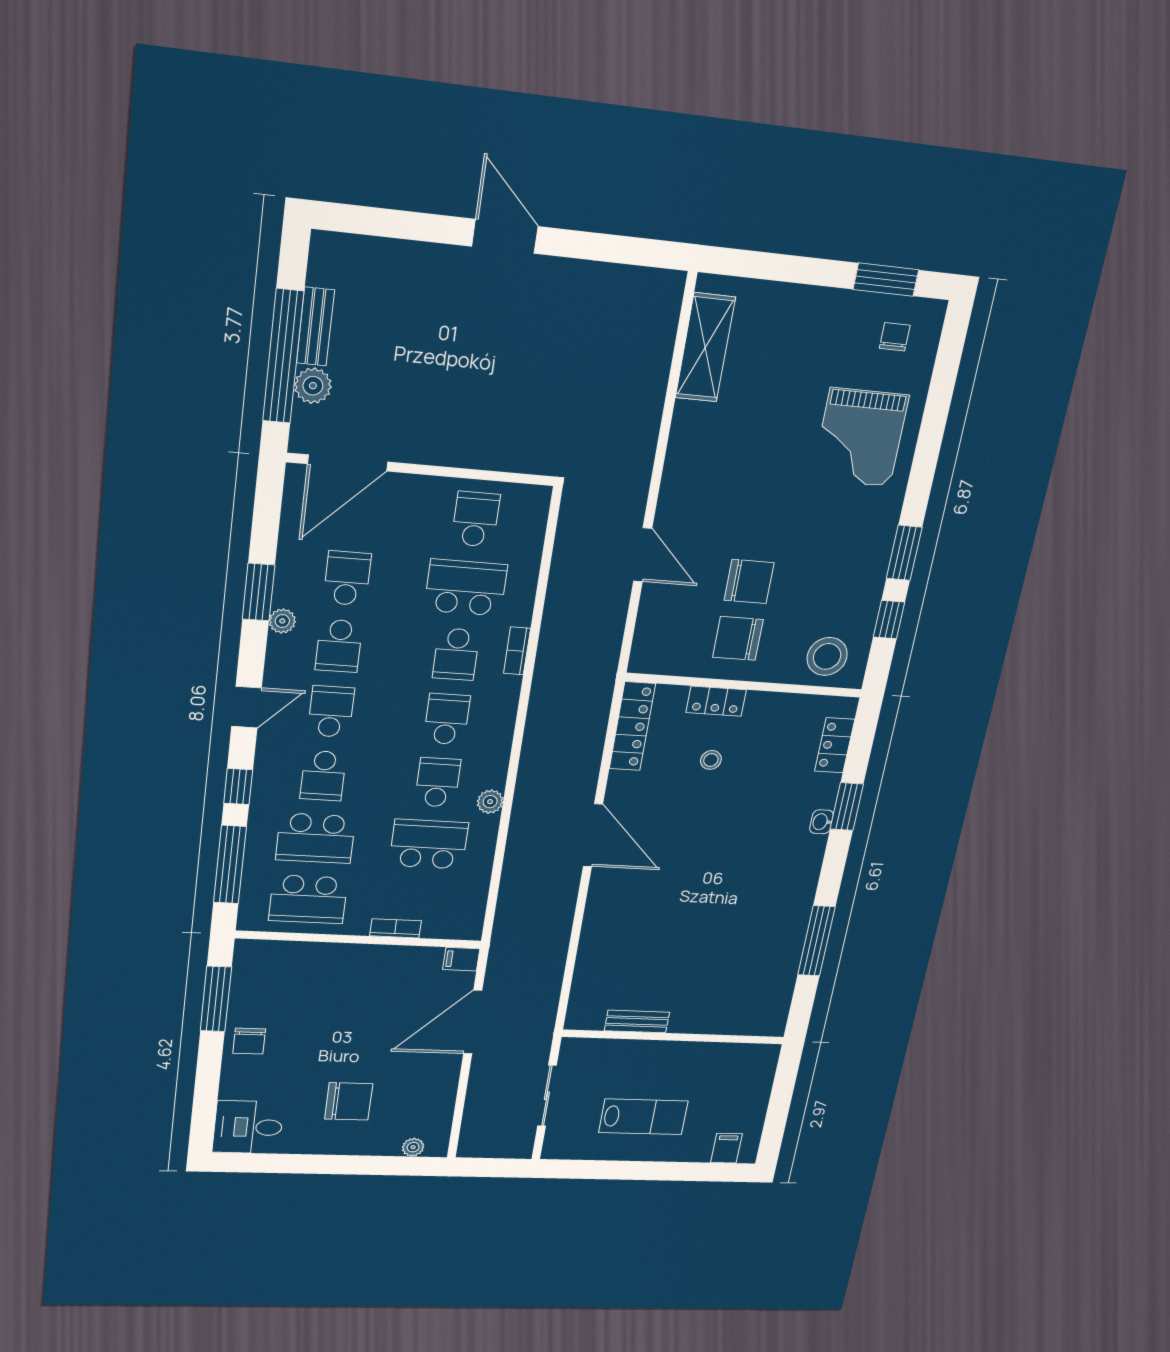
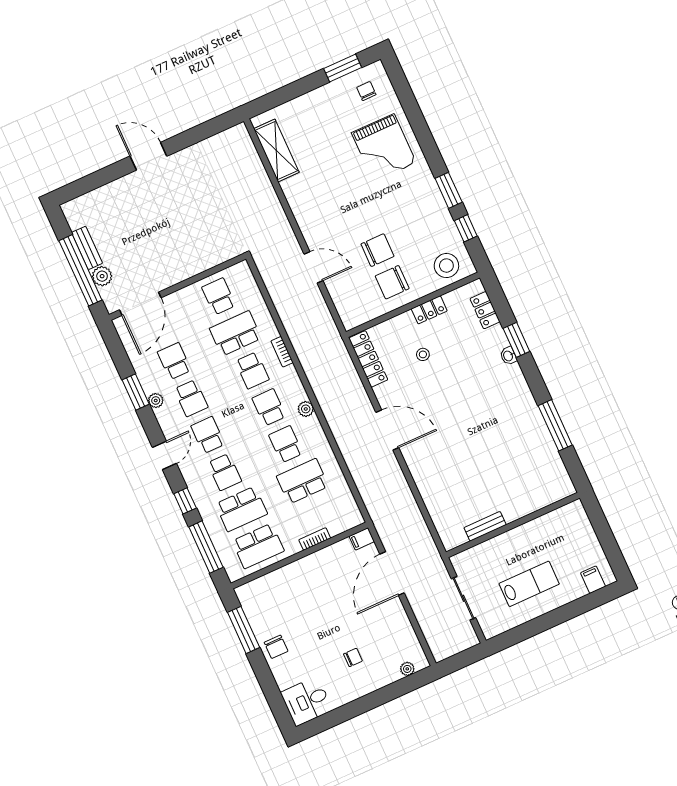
locker: (716, 701) -> (429, 310), moved
plant: (490, 802) -> (306, 409), moved
chair: (349, 1101) -> (353, 657), width x0.54, depth x0.54

